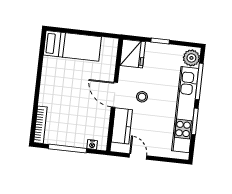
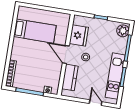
bed: (72, 46) -> (35, 31), moved
fridge: (133, 54) -> (79, 35), moved
kitchen unit: (185, 110) -> (115, 76), width x0.73
door: (138, 156) -> (96, 103), moved

